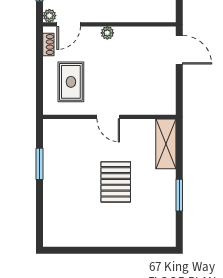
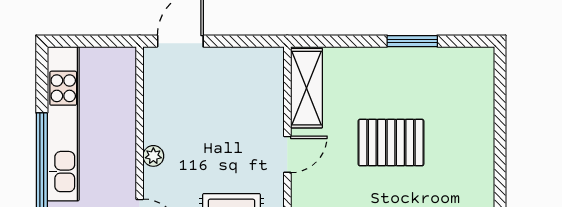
shelving: (166, 144) -> (307, 88), moved, turned 90

